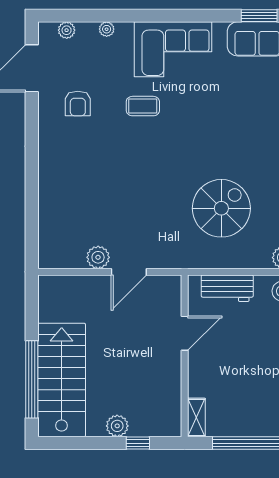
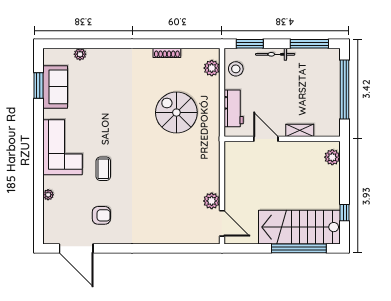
plant: (67, 30) -> (49, 223), removed
door: (129, 272) -> (222, 223), moved
shelving: (196, 418) -> (300, 130), moved
plant: (117, 426) -> (332, 157), moved
window: (138, 443) -> (345, 213), moved

